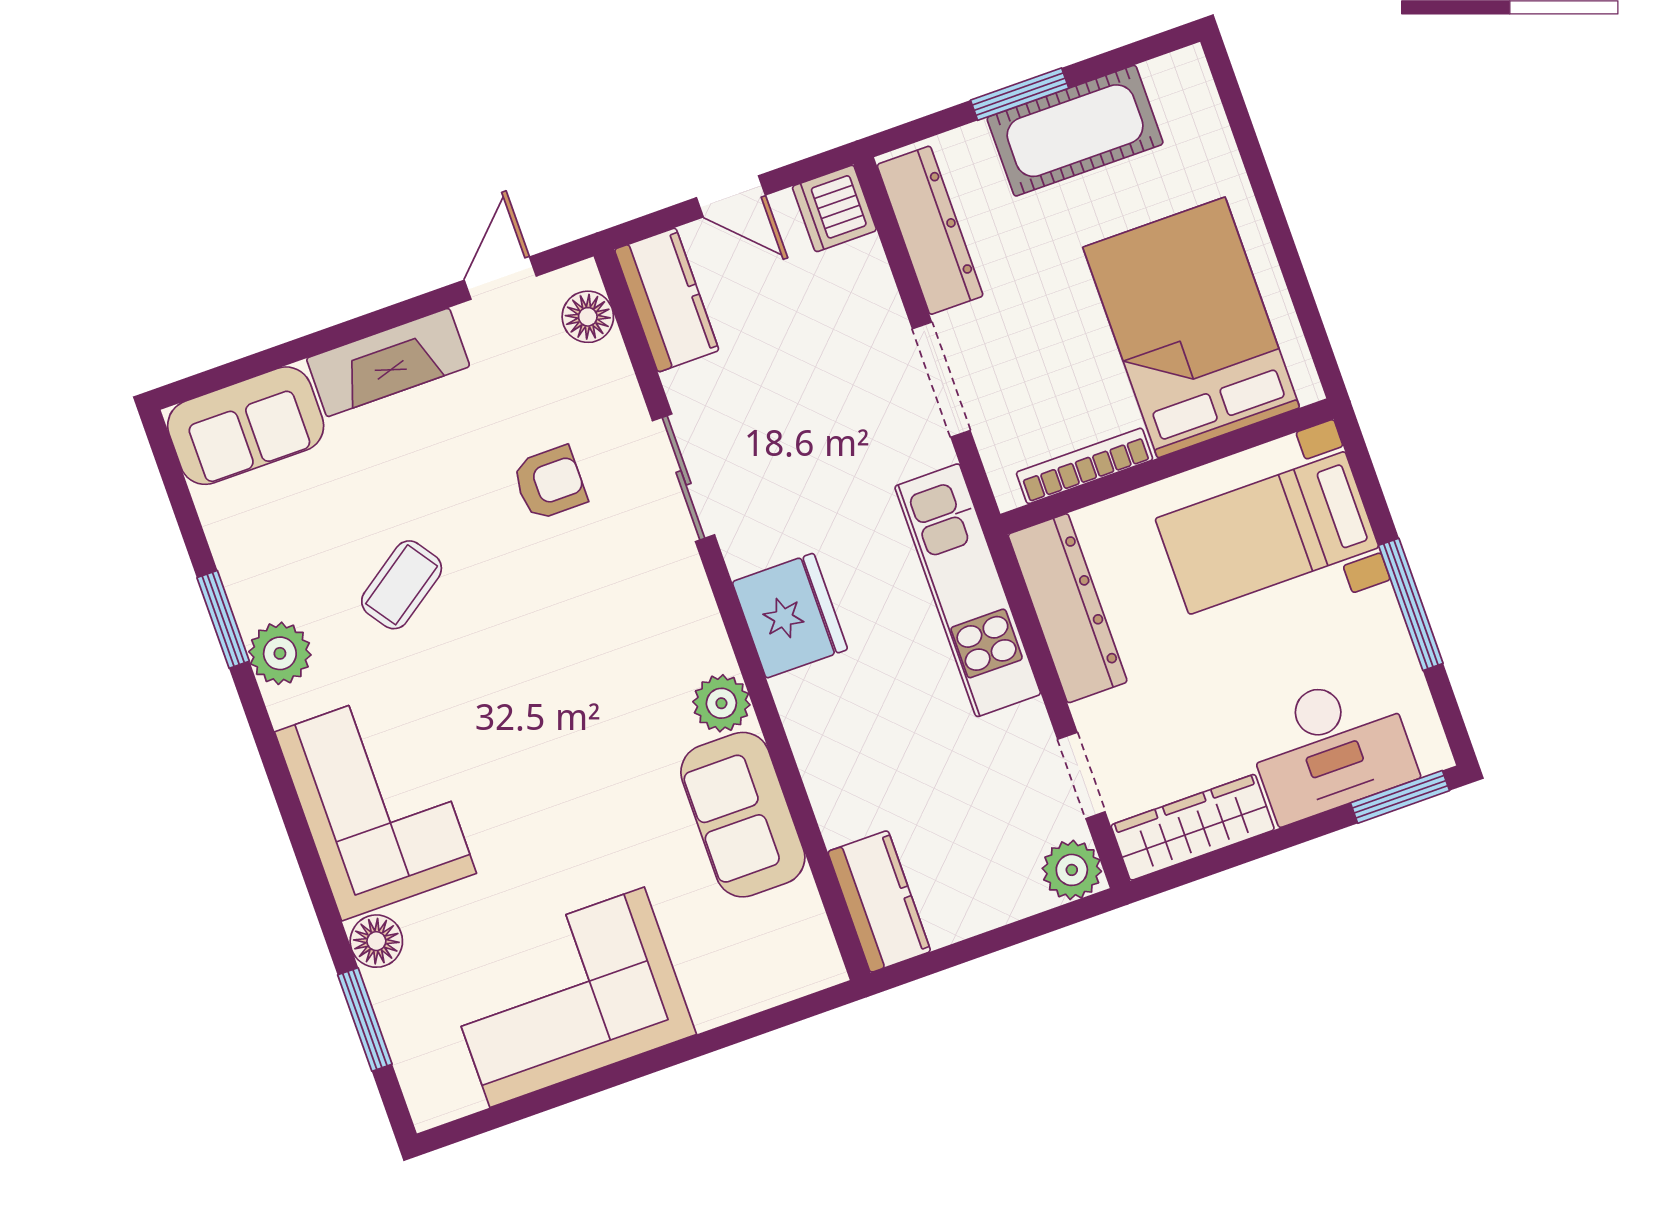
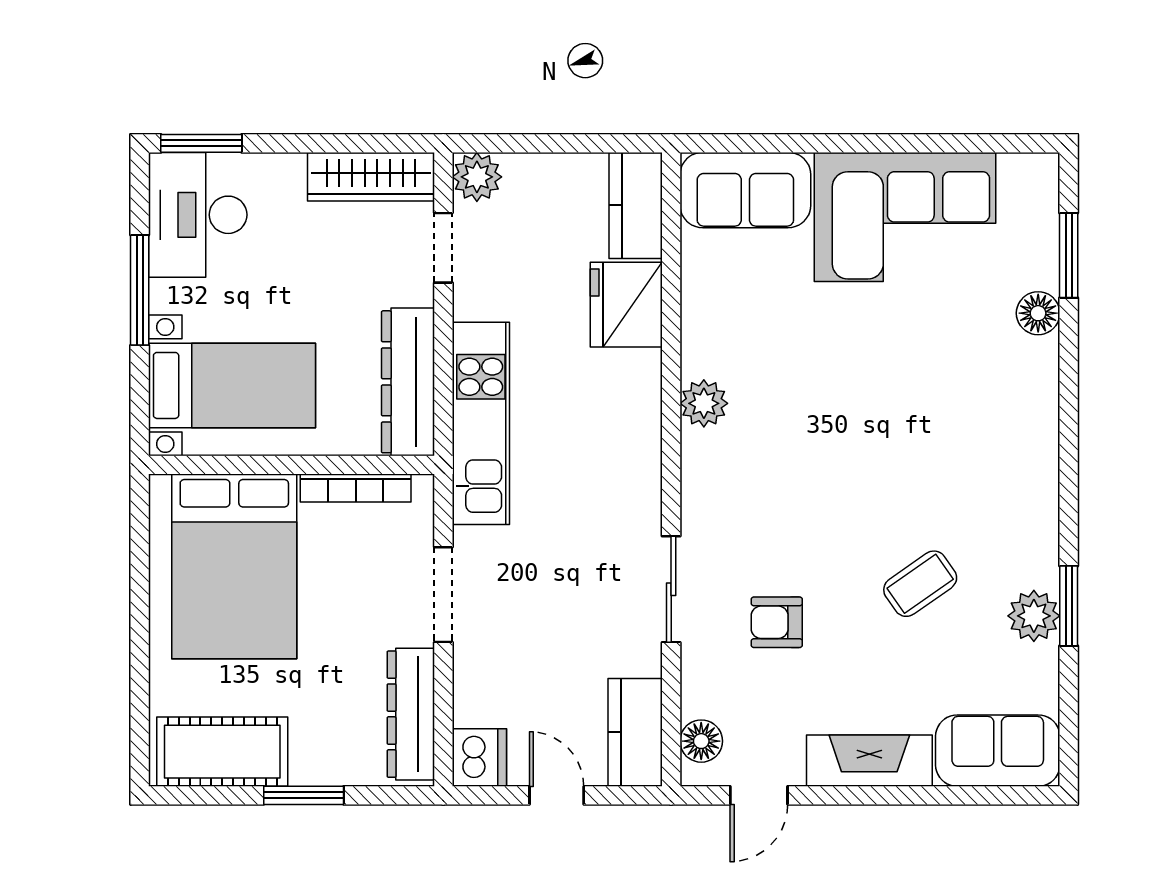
cot: (1075, 131) -> (222, 752), moved
fridge: (790, 616) -> (626, 305), moved
plant: (280, 653) -> (1034, 616), moved
desk: (1330, 747) -> (198, 215), moved, turned -90
corner sofa: (376, 803) -> (1000, 421), removed
sofa: (743, 815) -> (745, 190), moved, turned 90

